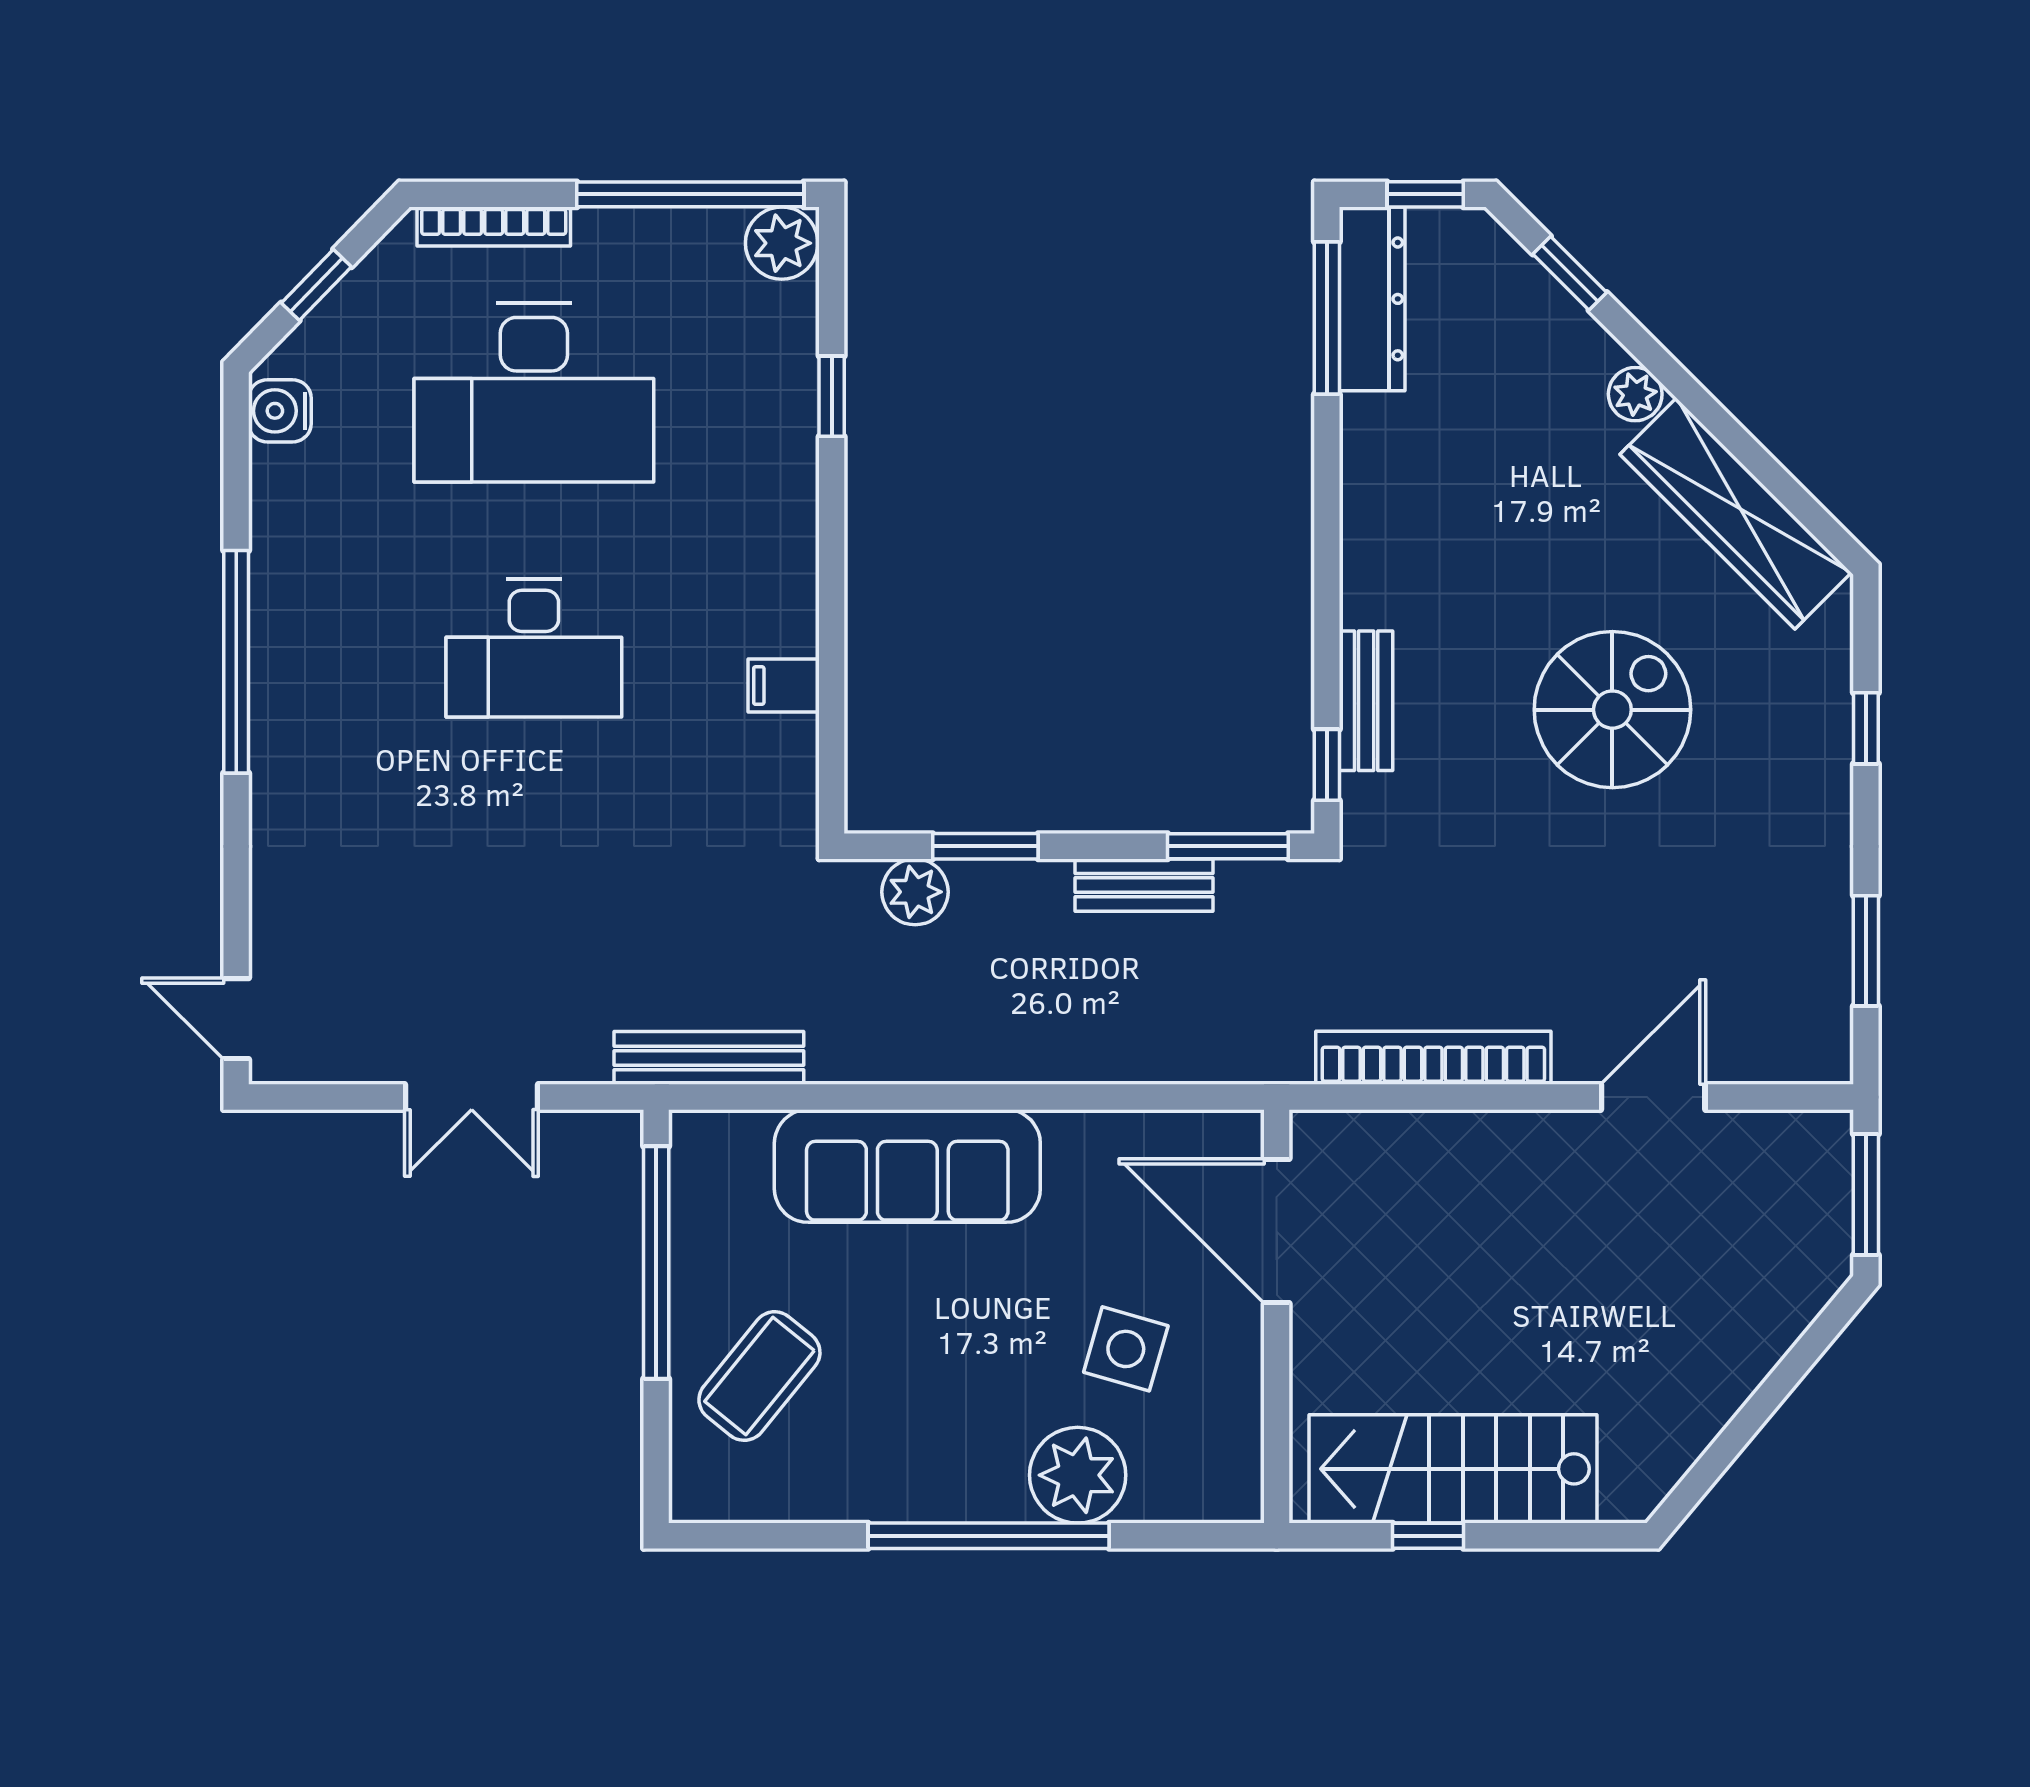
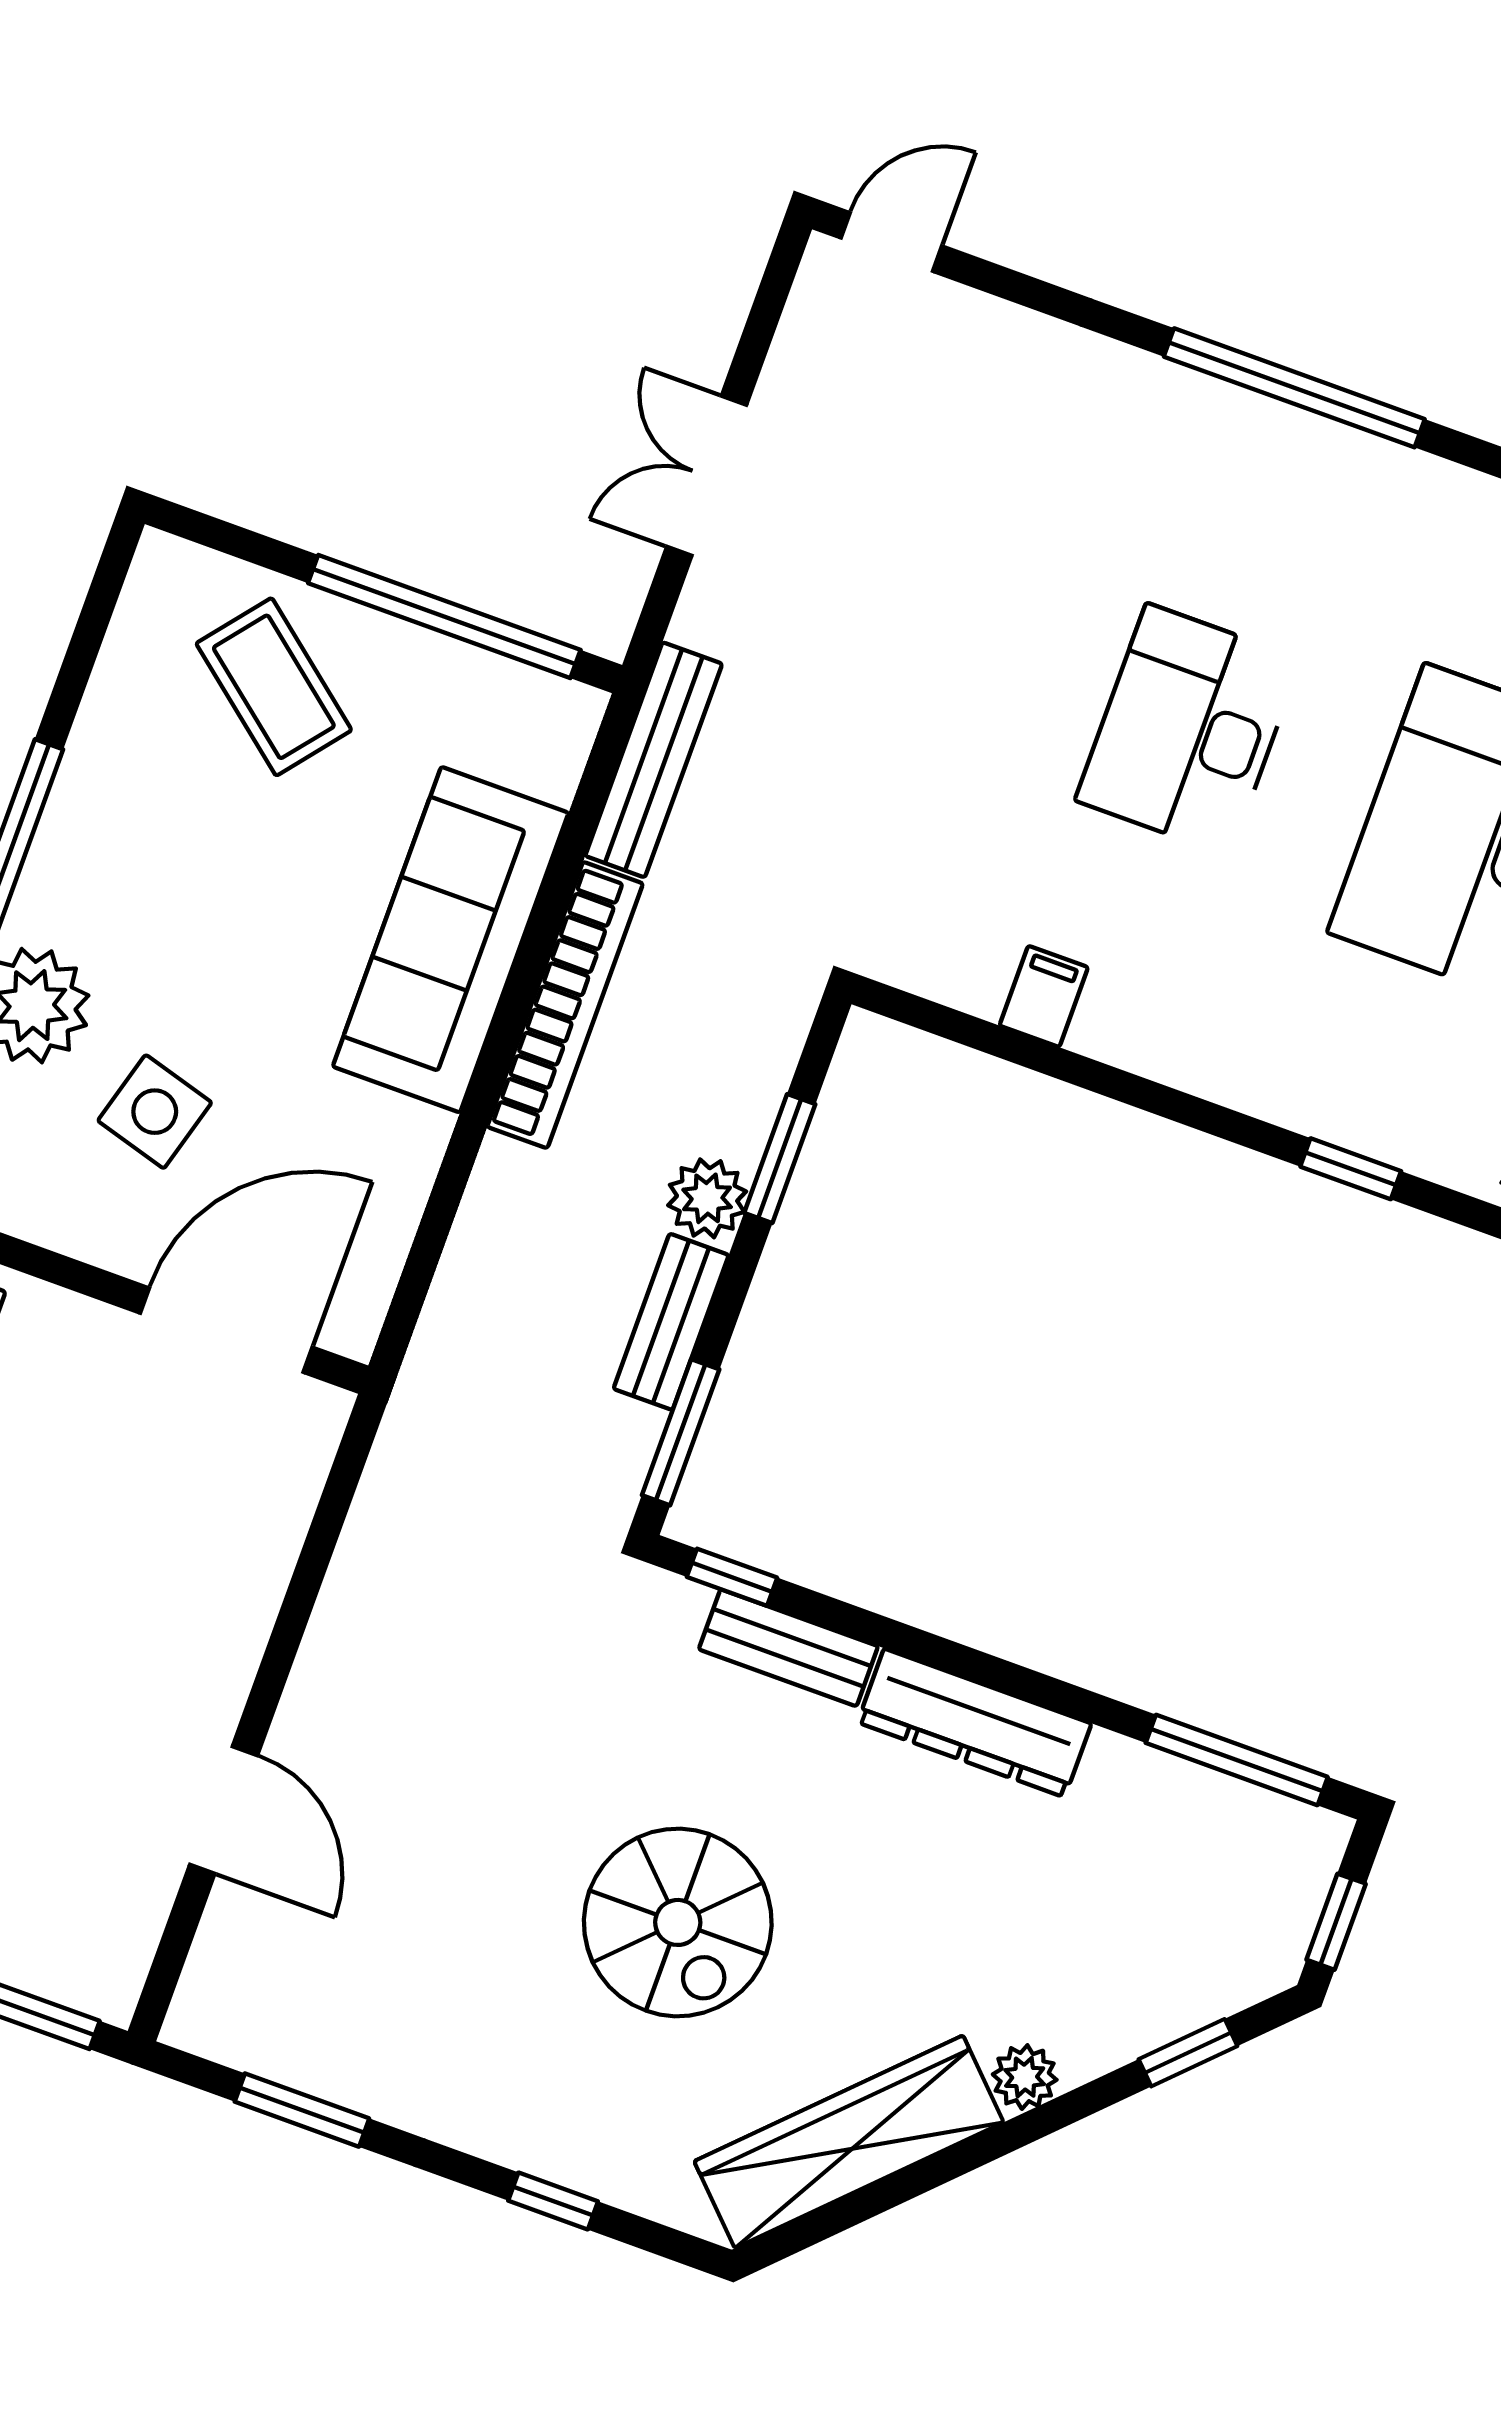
dresser: (1372, 299) -> (974, 1723), moved
plant: (915, 892) -> (707, 1198), moved
bookcase: (1433, 1058) -> (565, 1005), moved

